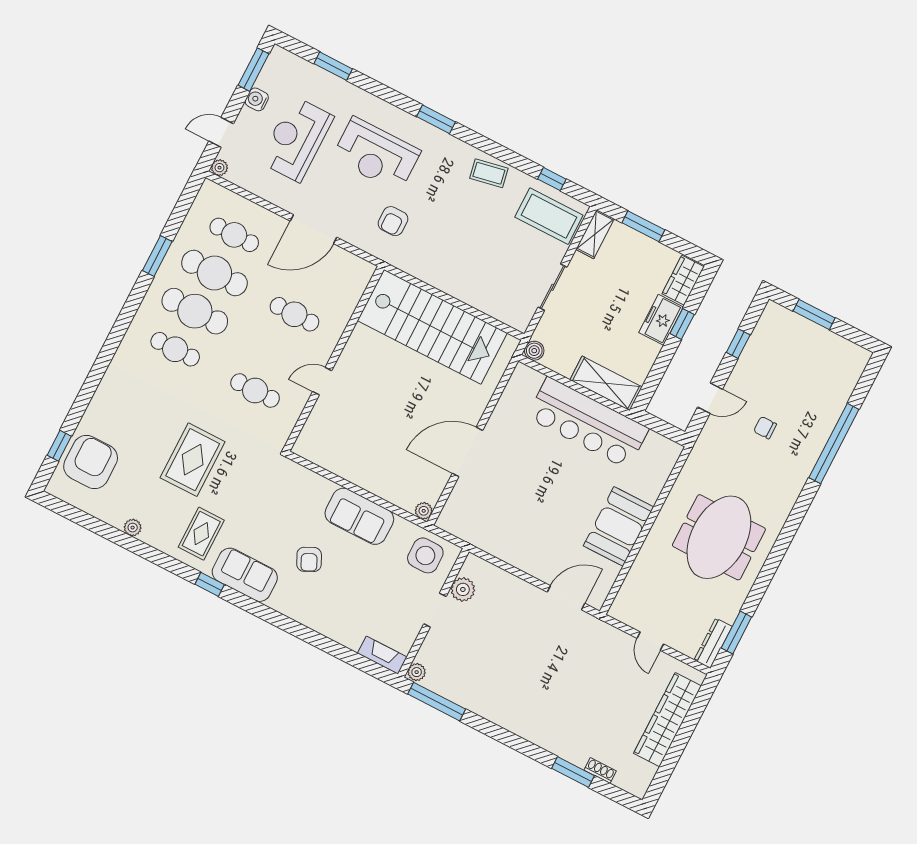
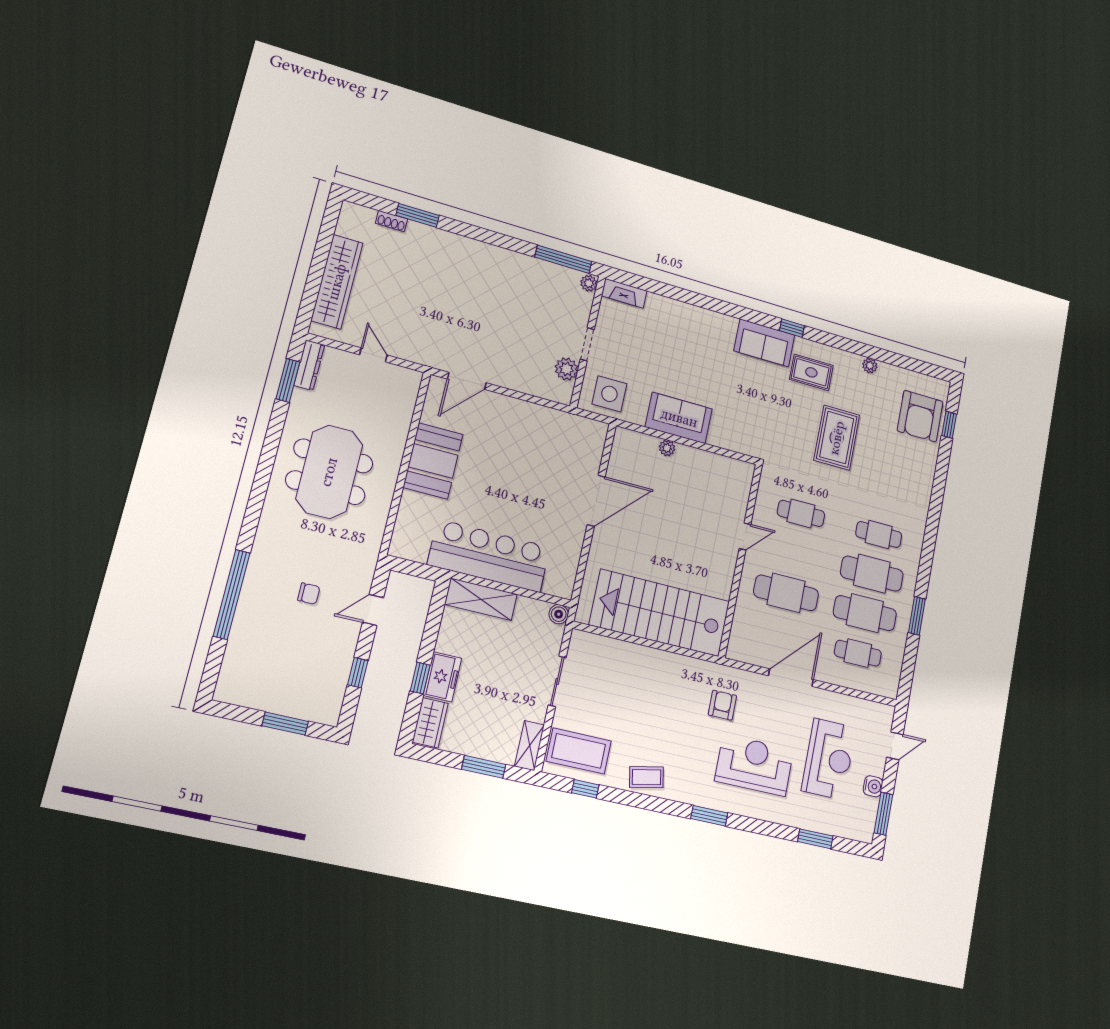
plant: (219, 168) -> (887, 712), removed
cafe table: (294, 314) -> (786, 593), width x1.37, depth x1.35
plant: (424, 511) -> (667, 448), moved
rug: (201, 534) -> (811, 372), turned 90
armchair: (309, 559) -> (713, 368), removed

